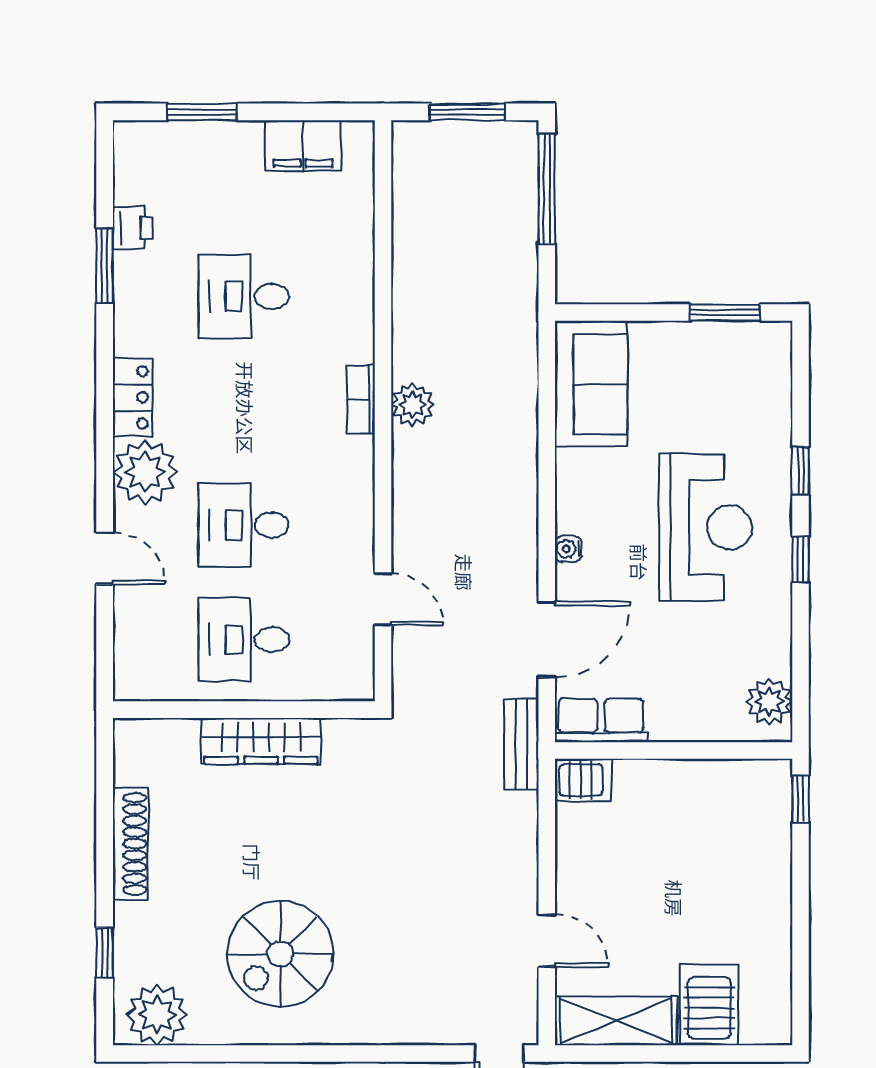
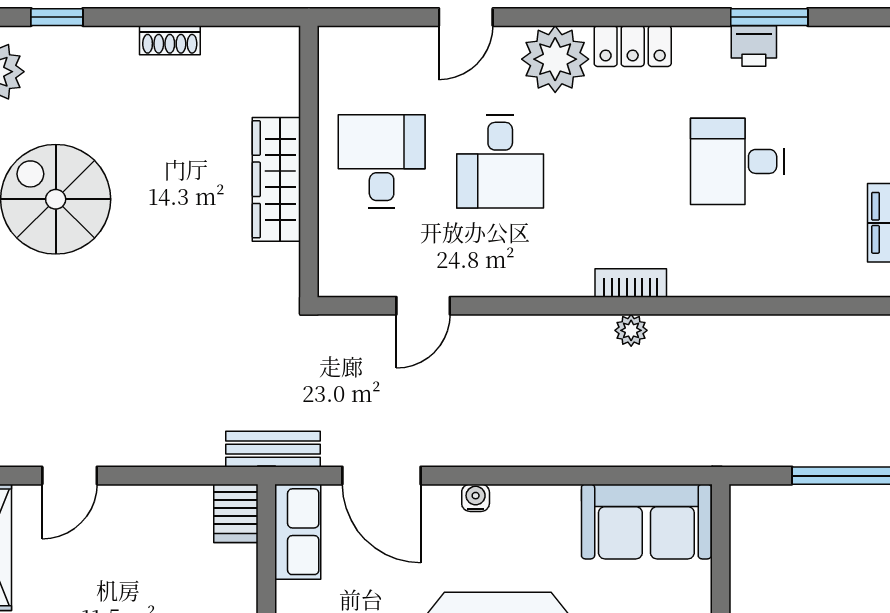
printer: (132, 228) -> (754, 46), moved
desk: (244, 296) -> (737, 161), turned -90
plant: (413, 405) -> (631, 330), width x0.73, depth x0.73
desk: (244, 525) -> (500, 161), turned 180
shoe rack: (130, 844) -> (170, 40), width x0.51, depth x0.81

